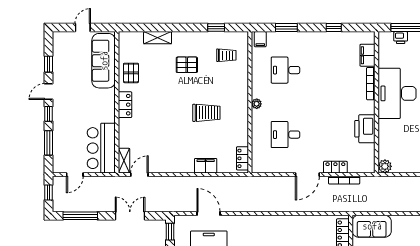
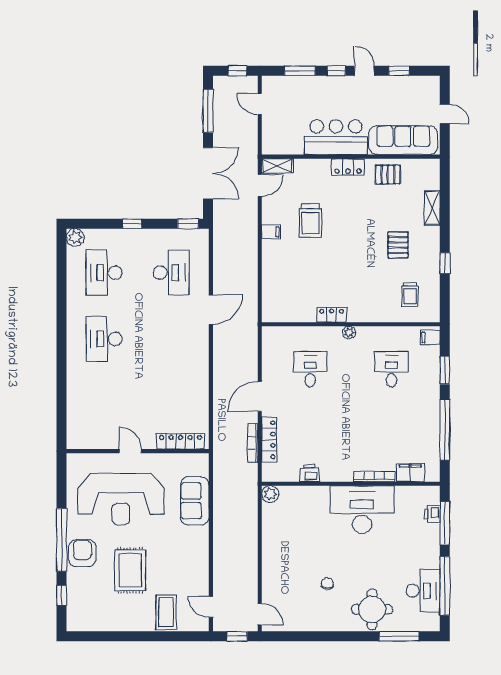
window: (216, 28) -> (445, 263), moved
window: (334, 28) -> (445, 430), width x3.17
trolley: (206, 113) -> (311, 221), moved
printer: (365, 129) -> (309, 473), width x0.53, depth x0.68
bar counter: (101, 148) -> (336, 137), moved
locker: (242, 158) -> (332, 315), moved
filing cabinet: (206, 166) -> (271, 232), moved, width x0.50
locker: (335, 167) -> (269, 440), width x1.53
door: (139, 175) -> (260, 185), hinge flipped
door: (307, 175) -> (260, 397), hinge flipped
door: (209, 213) -> (211, 310), moved
double door: (130, 216) -> (208, 173), width x1.37
sofa: (372, 226) -> (195, 501), moved

